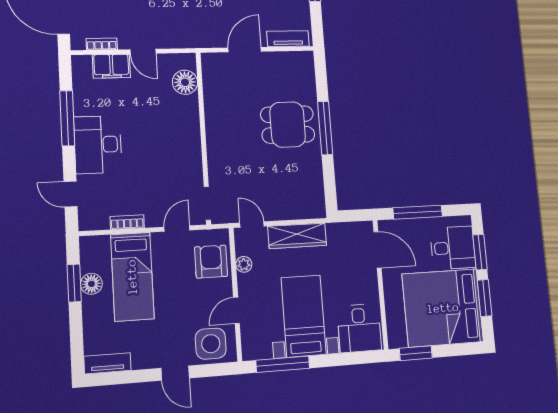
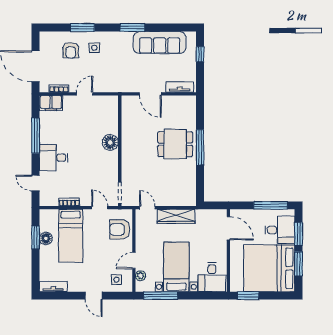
door: (245, 50) -> (150, 94), swing flipped
door: (143, 51) -> (85, 94), swing flipped
filing cabinet: (111, 66) -> (51, 103), moved
floor lamp: (185, 82) -> (110, 142), moved
desk: (98, 145) -> (54, 158), width x0.73
window: (418, 212) -> (271, 205), moved
door: (177, 229) -> (100, 208), hinge flipped
armchair: (211, 262) -> (120, 229), turned -90
plant: (244, 264) -> (140, 276), moved
side table: (211, 344) -> (116, 280), width x0.54, depth x0.54

